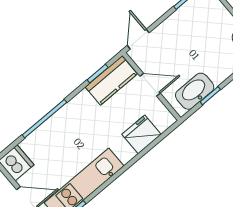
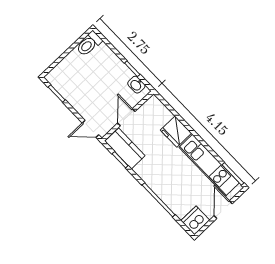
washbasin: (195, 91) -> (136, 85), width x0.52, depth x0.69
fridge: (141, 134) -> (176, 132), moved

